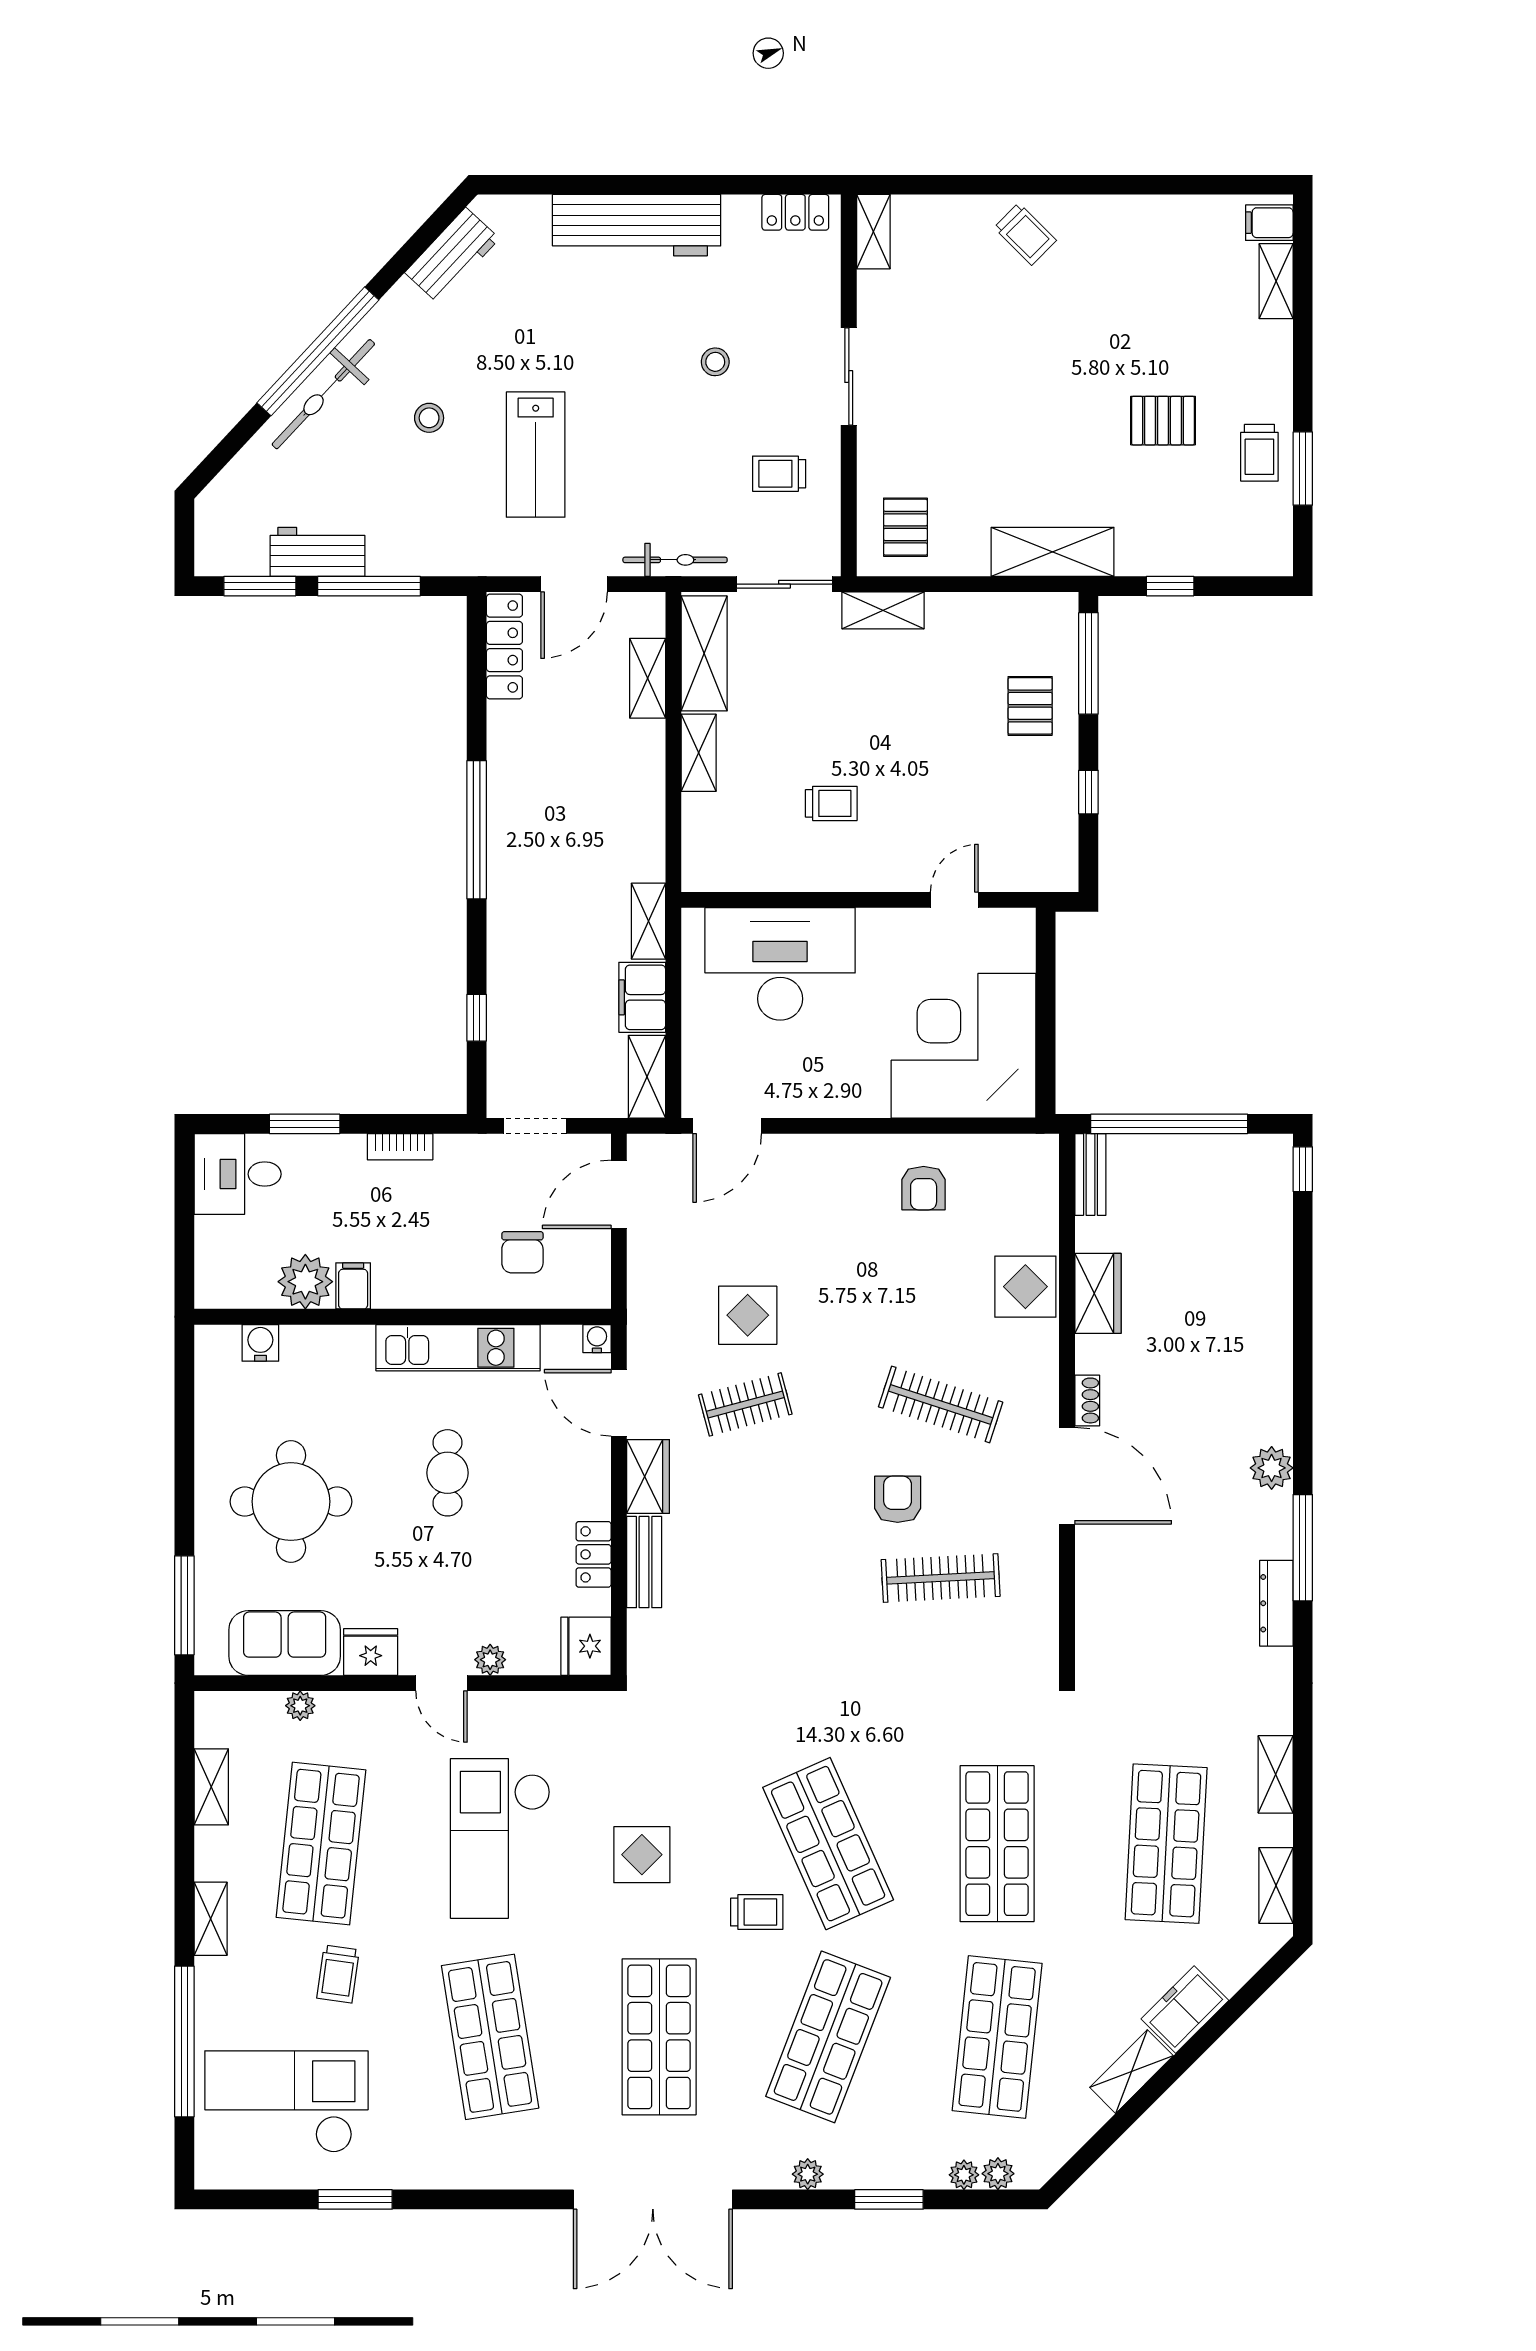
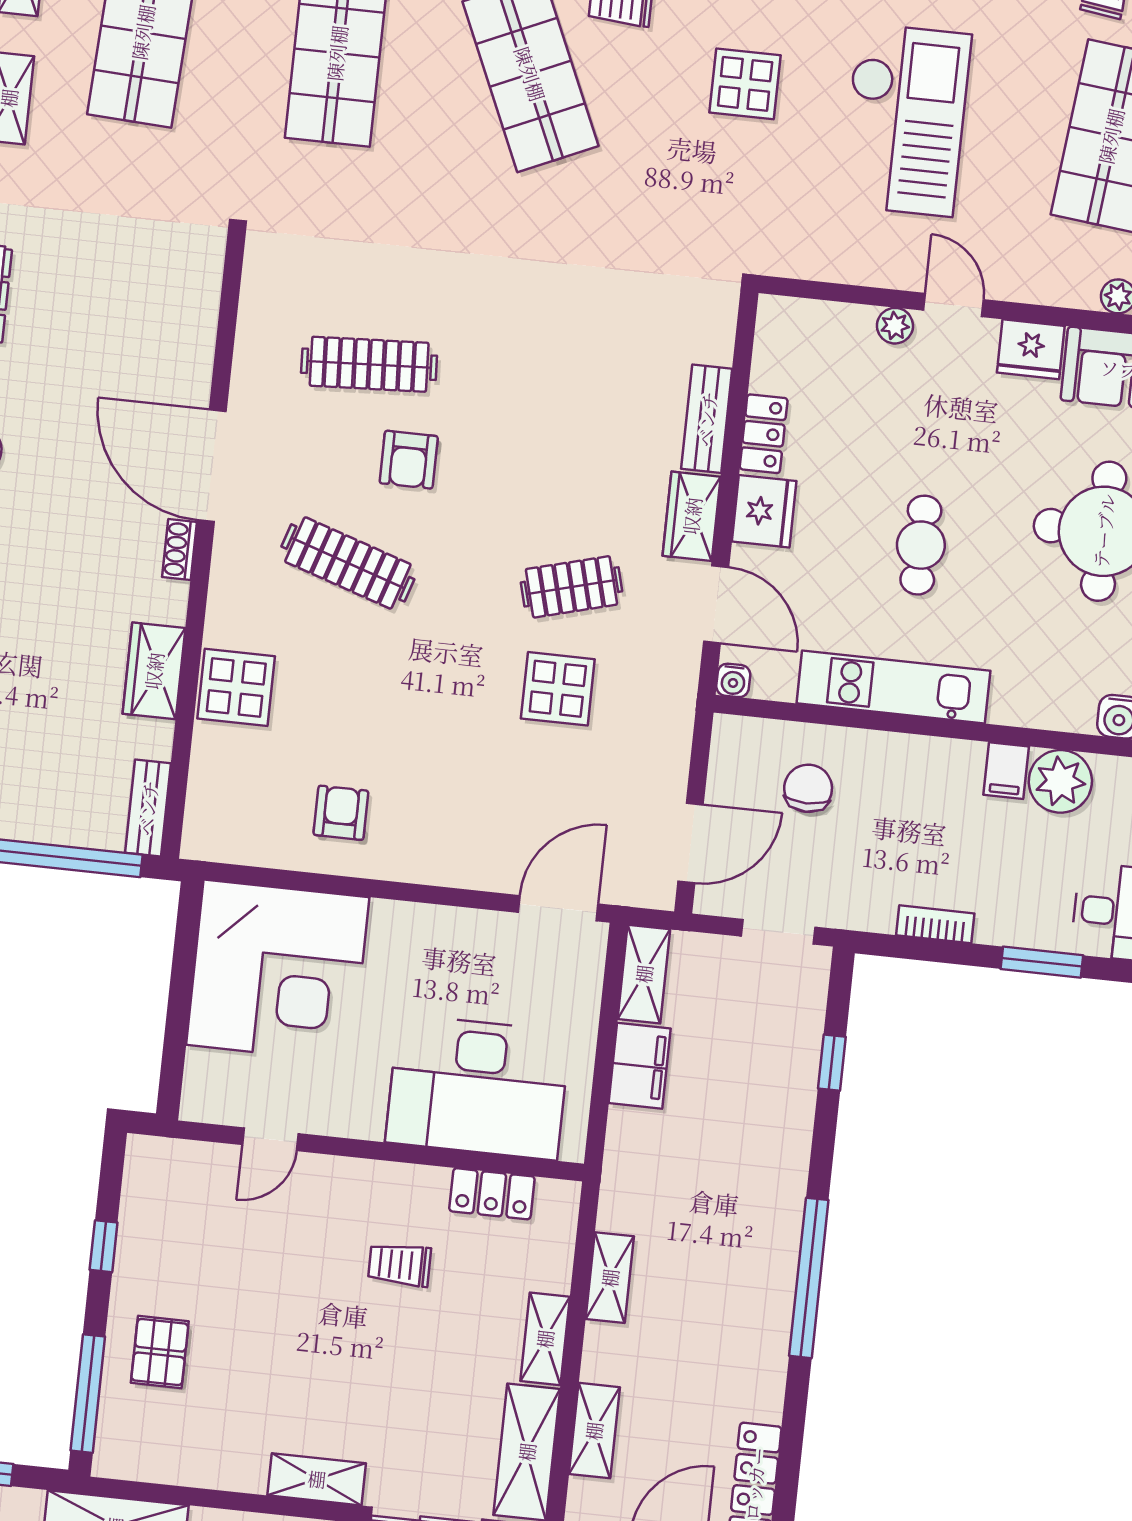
locker: (758, 873) -> (492, 1194), added
shelving: (649, 921) -> (610, 1278), moved
fridge: (586, 1646) -> (764, 511), moved

